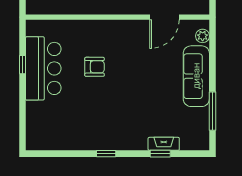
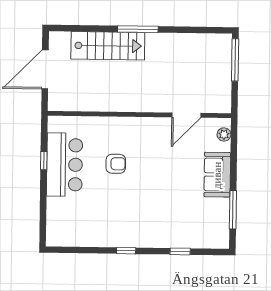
sofa: (196, 76) -> (217, 175), width x0.73
fireplace: (164, 144) -> (184, 242), removed

